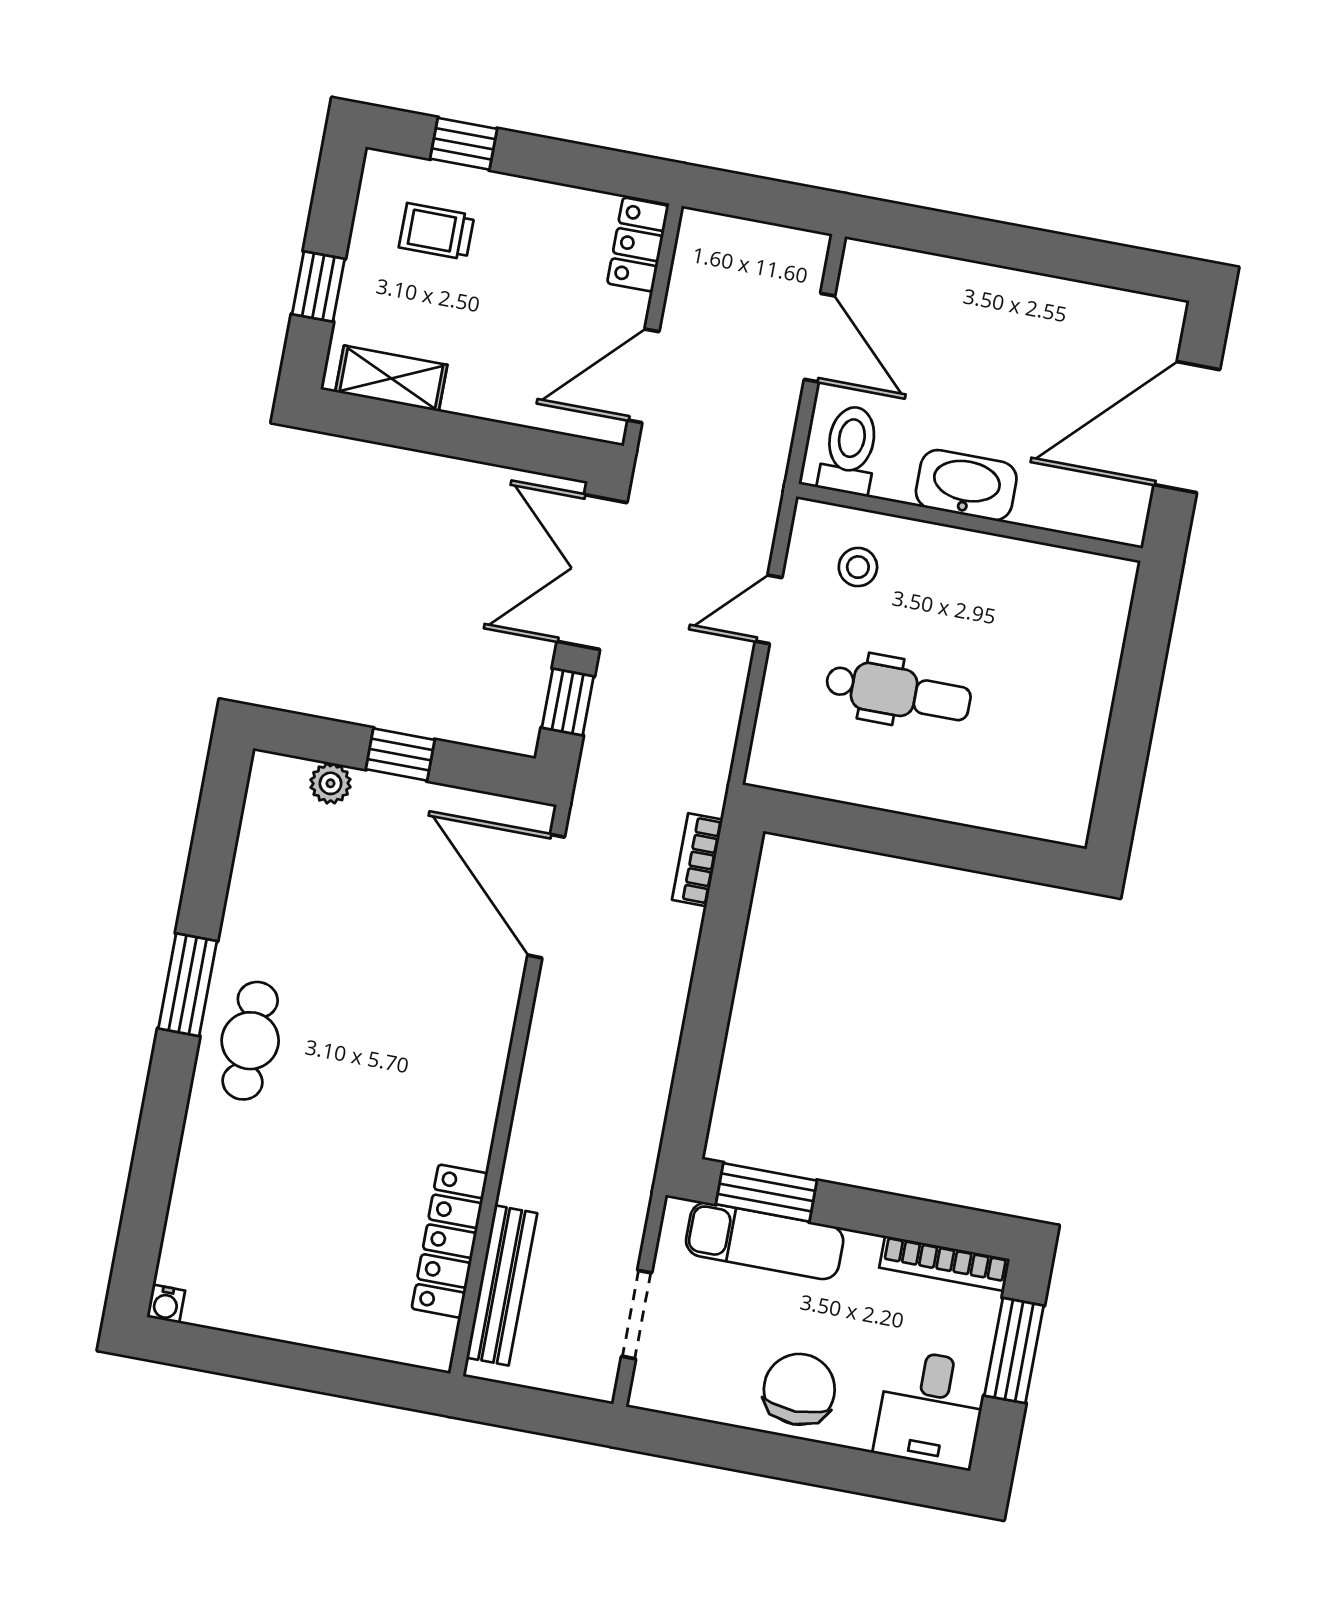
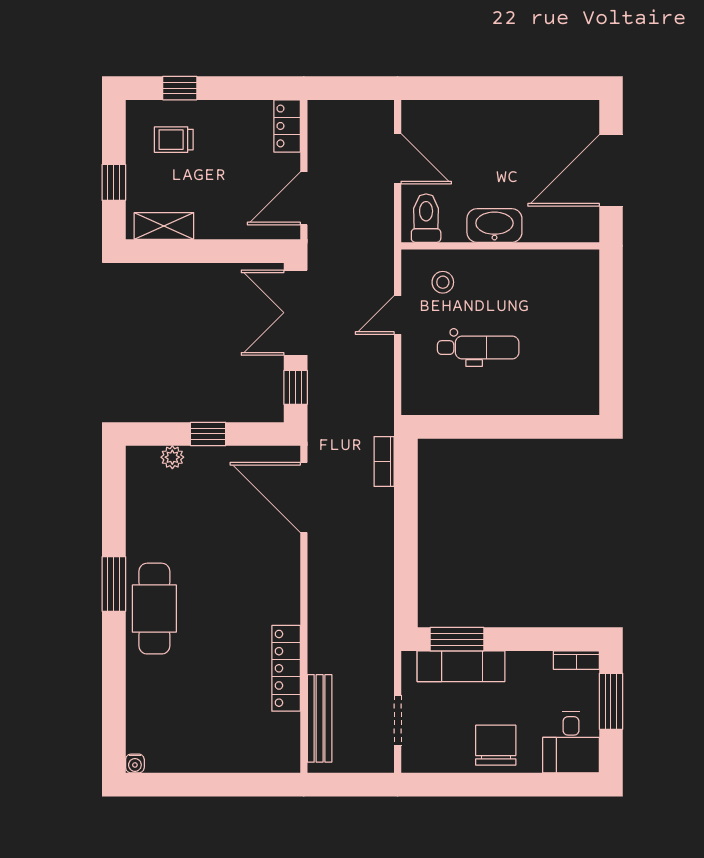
cafe table: (250, 1041) -> (154, 609), width x1.37, depth x1.35
locker: (450, 1241) -> (286, 668), moved
bookcase: (945, 1263) -> (576, 660), width x0.64

